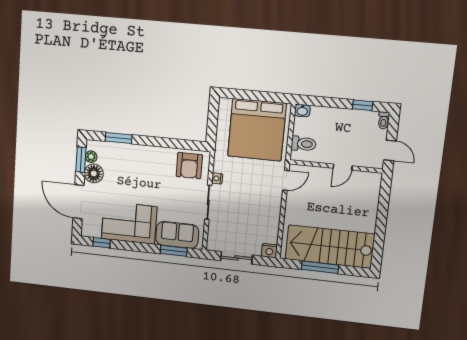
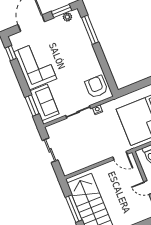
window: (119, 138) -> (90, 30), width x1.44
armchair: (189, 166) -> (96, 87), turned 90
floor lamp: (94, 173) -> (57, 24), removed
nightstand: (269, 251) -> (67, 170), removed

